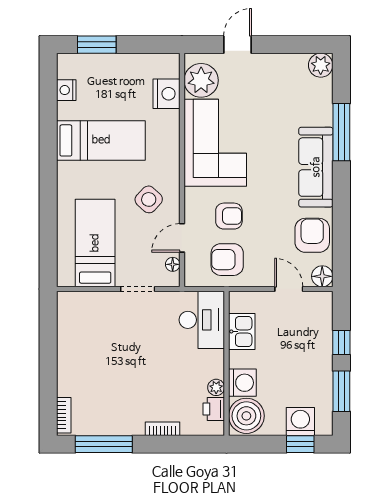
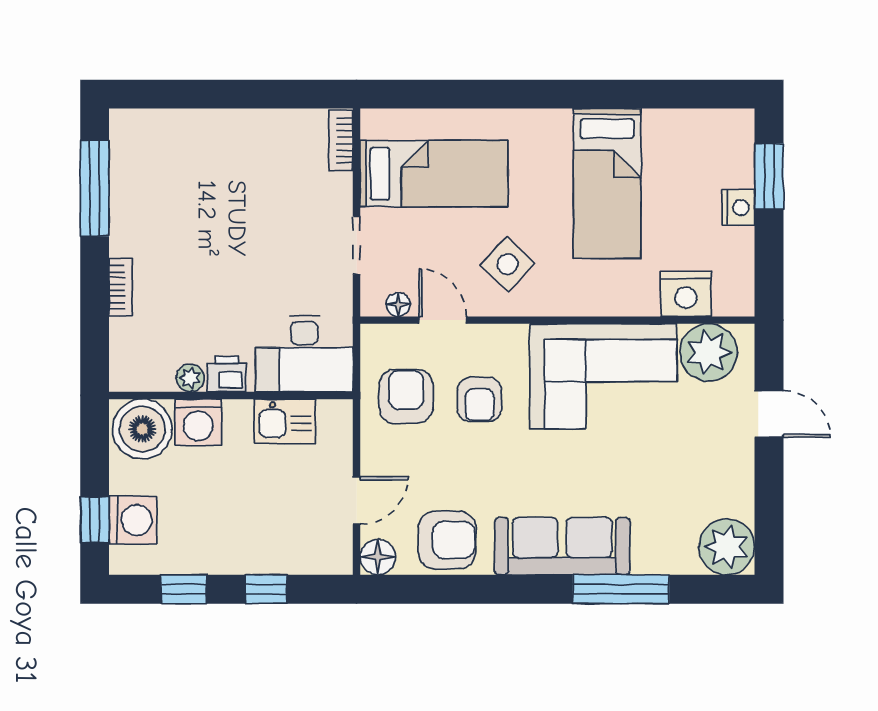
plant: (321, 65) -> (727, 547), width x1.36, depth x1.36
nightstand: (66, 90) -> (738, 208), moved, turned 90
window: (341, 391) -> (184, 589), width x0.67
printer: (214, 409) -> (227, 374), moved
bookcase: (64, 415) -> (341, 140), moved, turned 90

